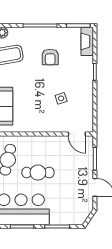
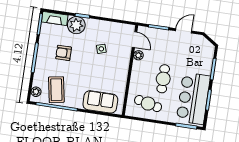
armchair: (50, 57) -> (64, 53), turned 180
plant: (83, 66) -> (76, 25), added
door: (77, 134) -> (135, 40), hinge flipped
plant: (60, 141) -> (138, 55), added

